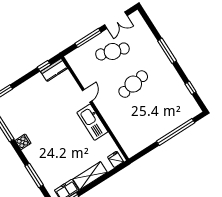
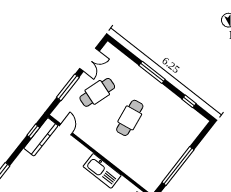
kitchen counter: (54, 70) -> (41, 137), width x1.50
door: (87, 96) -> (66, 129), moved
window: (176, 132) -> (178, 166), moved

